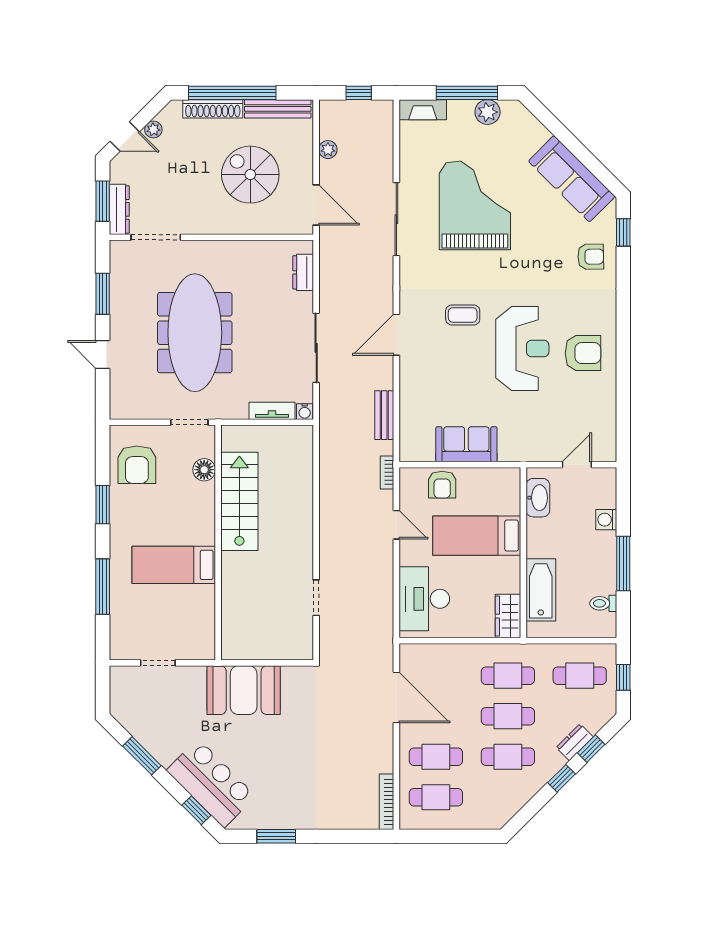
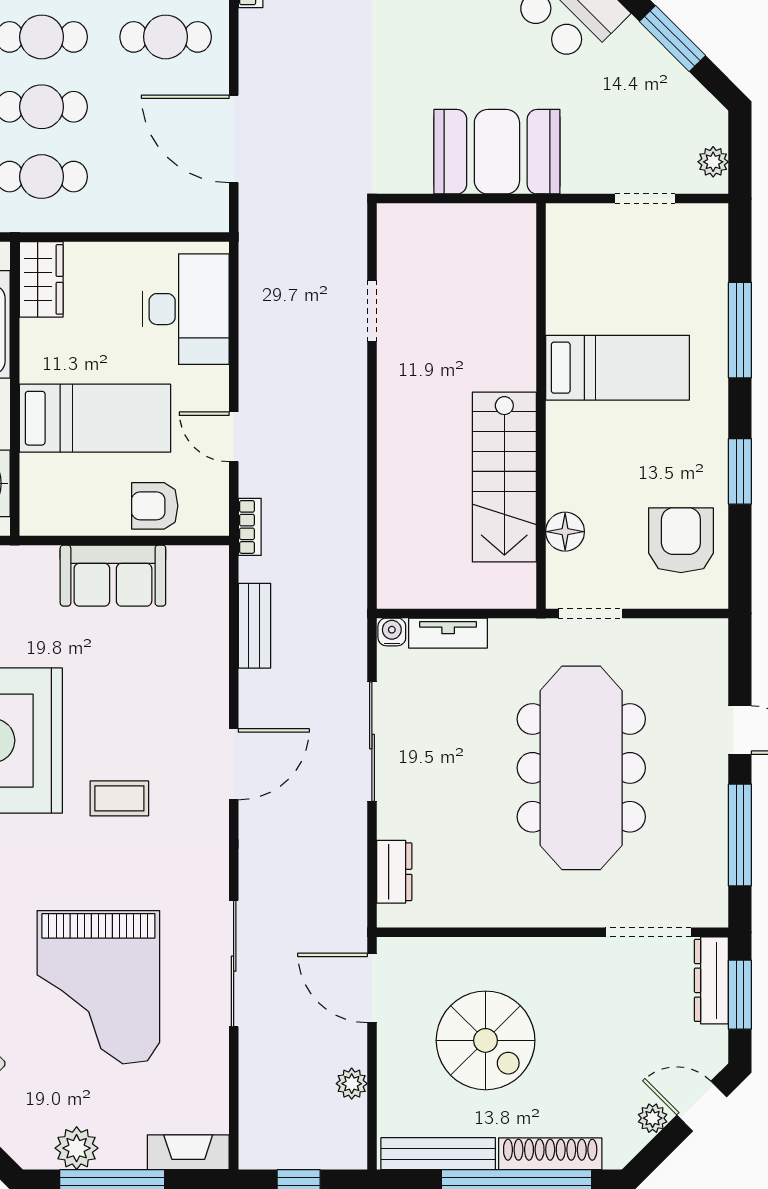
window: (103, 294) -> (740, 835), width x1.44
armchair: (442, 485) -> (155, 506), turned -90
plant: (118, 684) -> (713, 162), added

